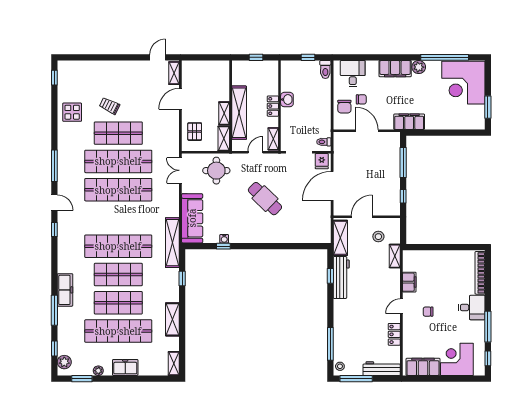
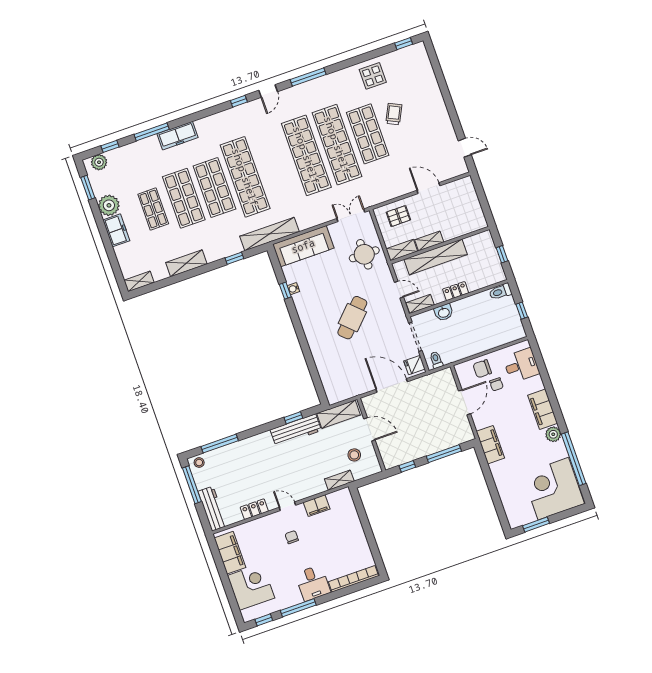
toilet: (325, 69) -> (500, 292), moved
shelving: (174, 73) -> (454, 171), removed
washbasin: (287, 100) -> (444, 312), moved
shop shelf: (118, 331) -> (153, 209), width x0.50, depth x0.74
plant: (98, 371) -> (109, 205), width x1.87, depth x1.87

